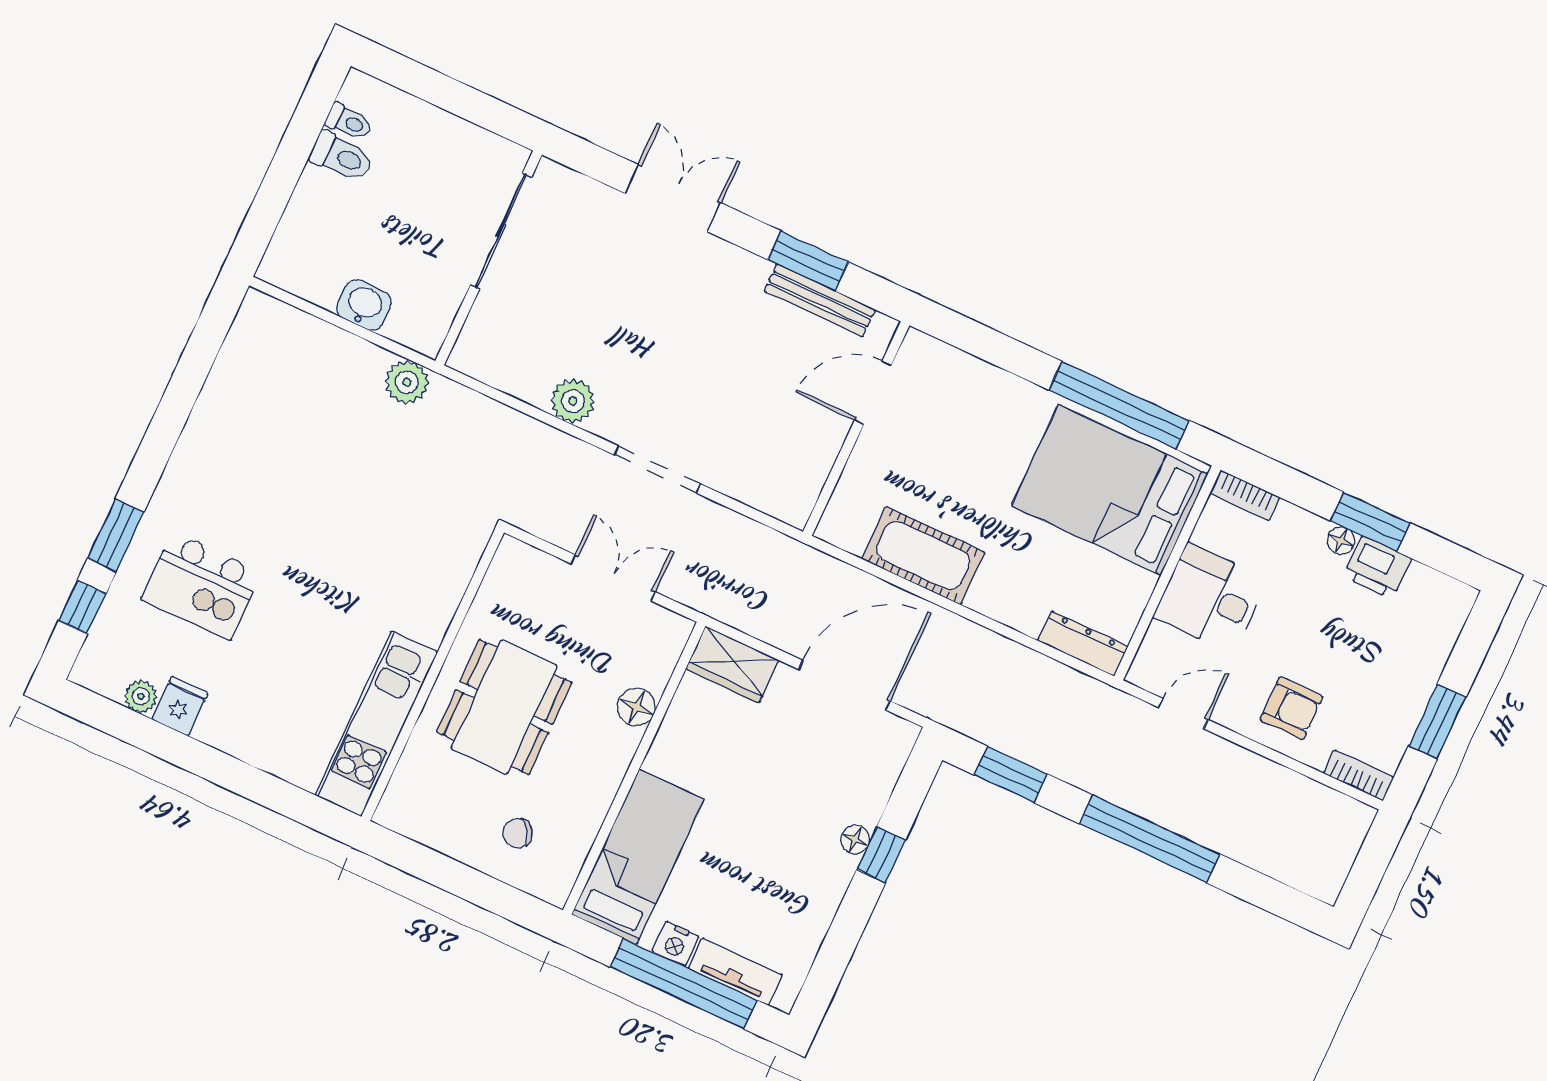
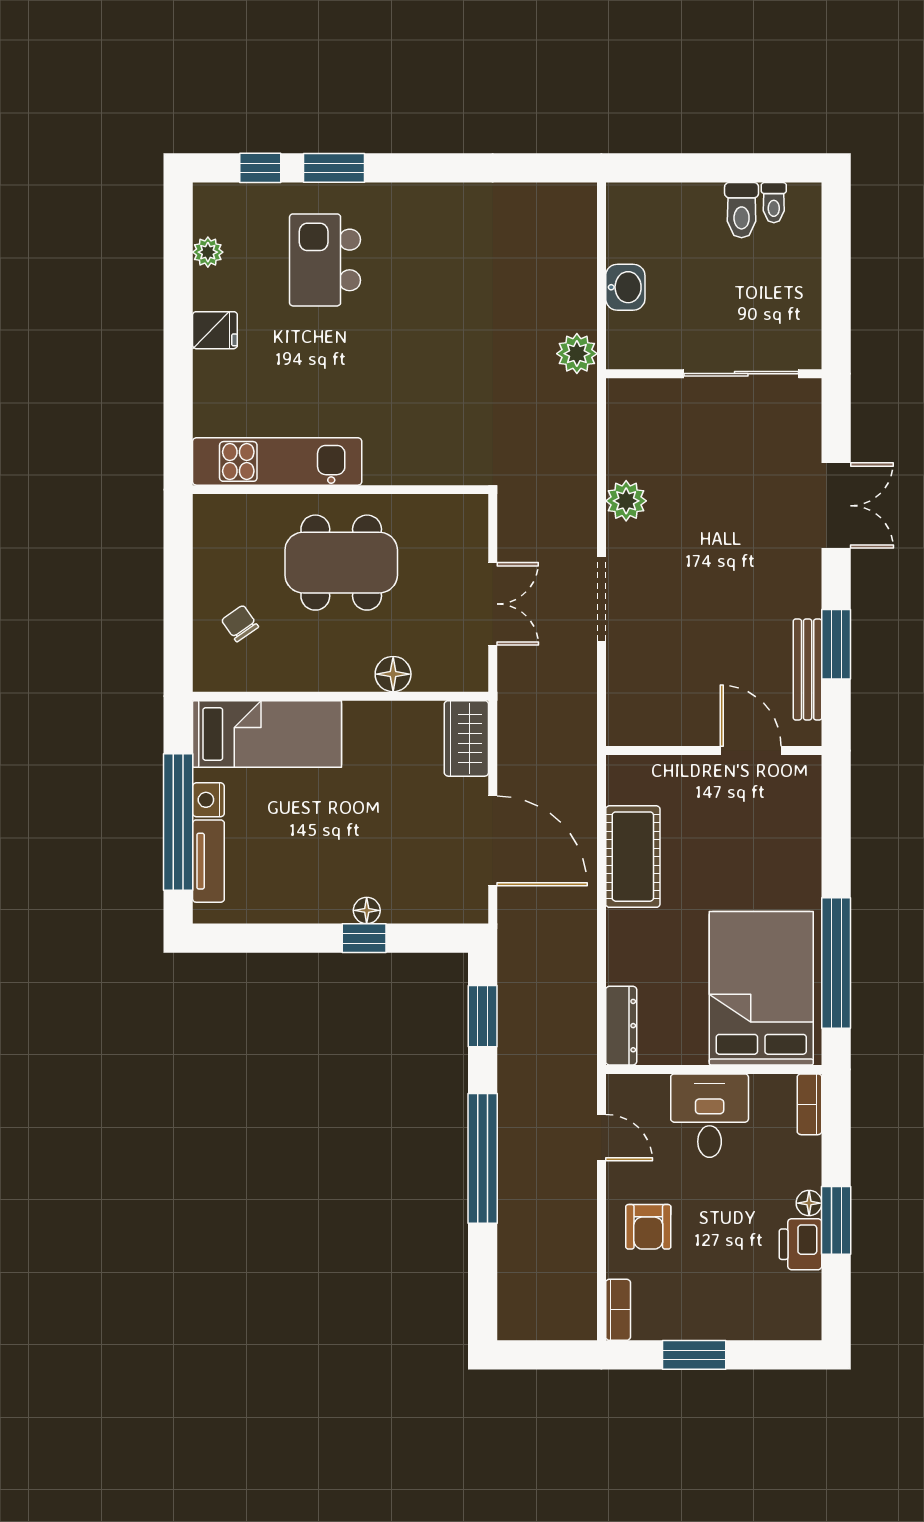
fridge: (180, 706) -> (215, 330), moved

